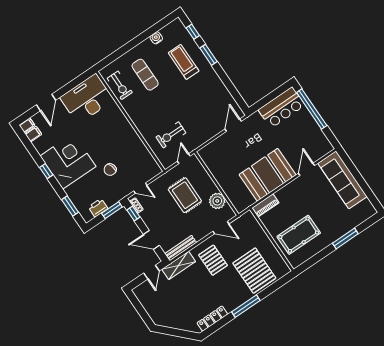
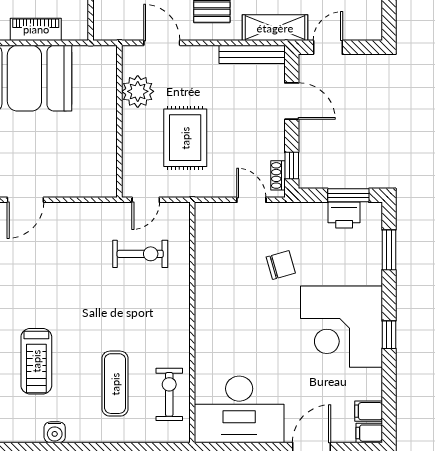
piano: (266, 205) -> (36, 29), moved
window: (112, 210) -> (348, 195), moved

